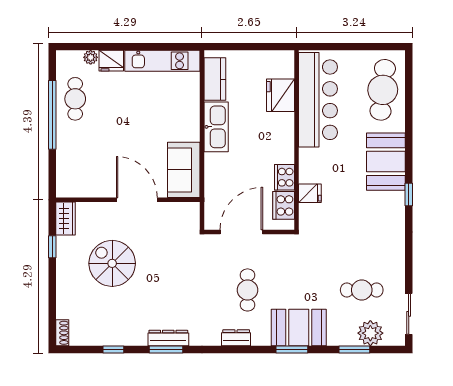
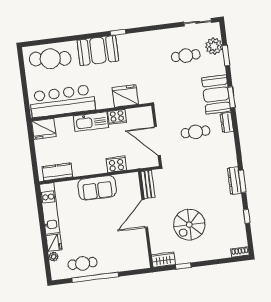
fridge: (281, 95) -> (44, 129), moved
kitchen sink: (216, 127) -> (91, 122), moved, turned 180
sofa: (184, 170) -> (97, 188), moved
fridge: (310, 193) -> (125, 96), width x1.88, depth x1.34
cooker: (284, 205) -> (116, 164), moved, turned 180
bench: (179, 210) -> (148, 184), added
cafe table: (362, 290) -> (186, 56), turned 90
dresser: (236, 338) -> (227, 122), moved

